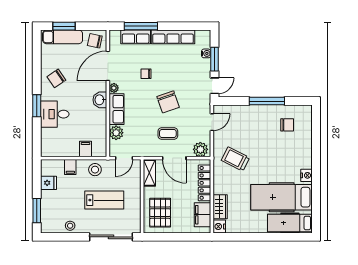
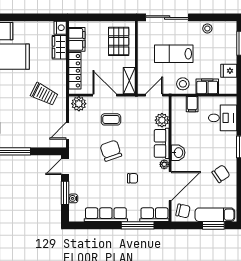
row of seats: (136, 37) -> (154, 215), moved
desk: (55, 114) -> (223, 118), moved
filing cabinet: (70, 167) -> (207, 86), width x2.00

